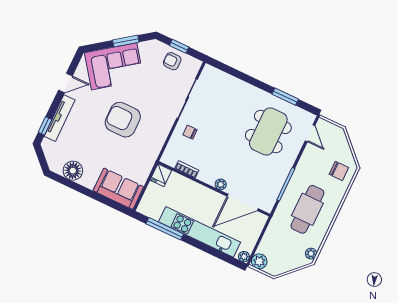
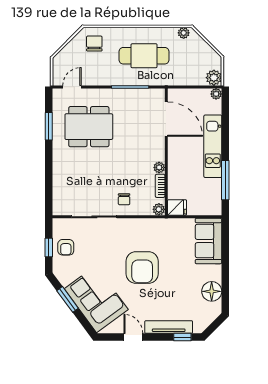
plant: (167, 158) -> (159, 209), added
plant: (221, 184) -> (159, 167), moved
kitchen unit: (200, 232) -> (213, 146), width x0.73

